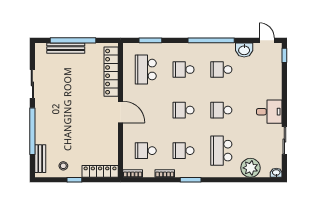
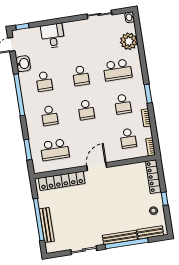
desk: (269, 112) -> (53, 36), moved
bench: (40, 125) -> (120, 237), added

